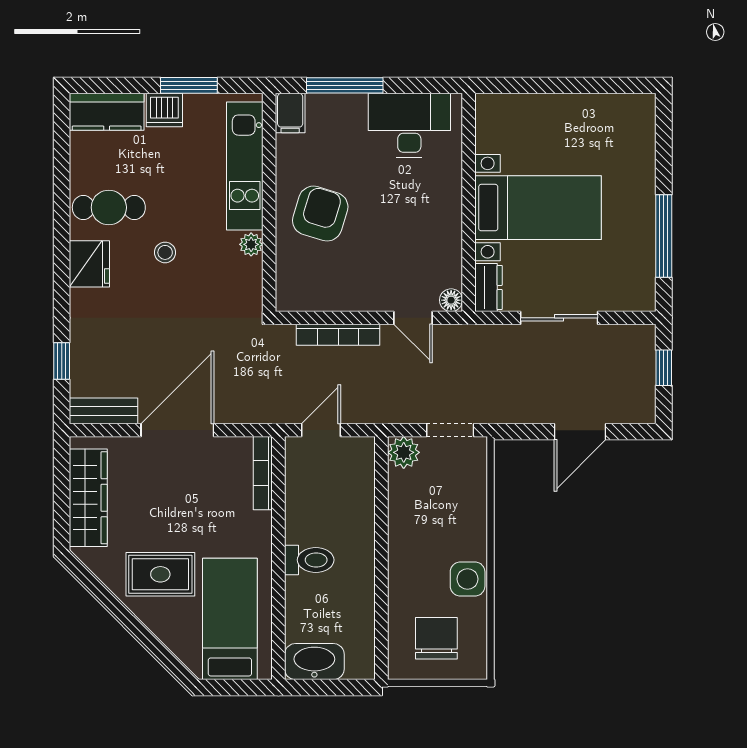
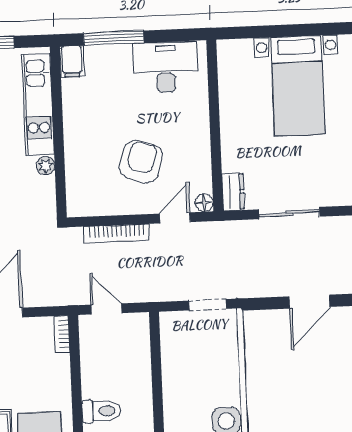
bed with nightstands: (538, 208) -> (298, 86), moved, turned 90
armchair: (320, 214) -> (141, 162), moved
door: (413, 318) -> (175, 218), swing flipped
door: (321, 430) -> (107, 309), hinge flipped
plant: (404, 452) -> (172, 324), removed
bookcase: (263, 473) -> (62, 334), width x0.64

